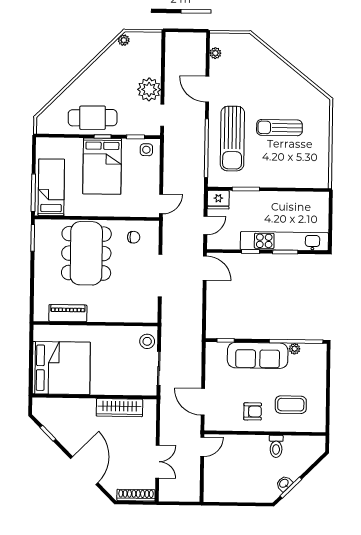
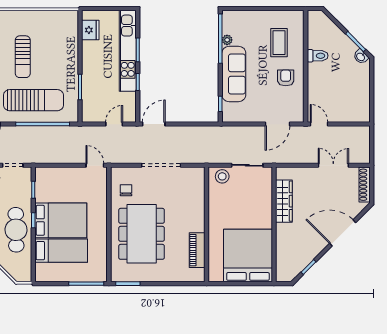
side table: (146, 150) -> (45, 180), removed
bed: (51, 187) -> (61, 251), moved, turned 180
fridge: (218, 200) -> (90, 30), moved
door: (205, 225) -> (114, 124), hinge flipped
dining table: (86, 253) -> (142, 234), turned 90
washbasin: (284, 484) -> (361, 57), moved

